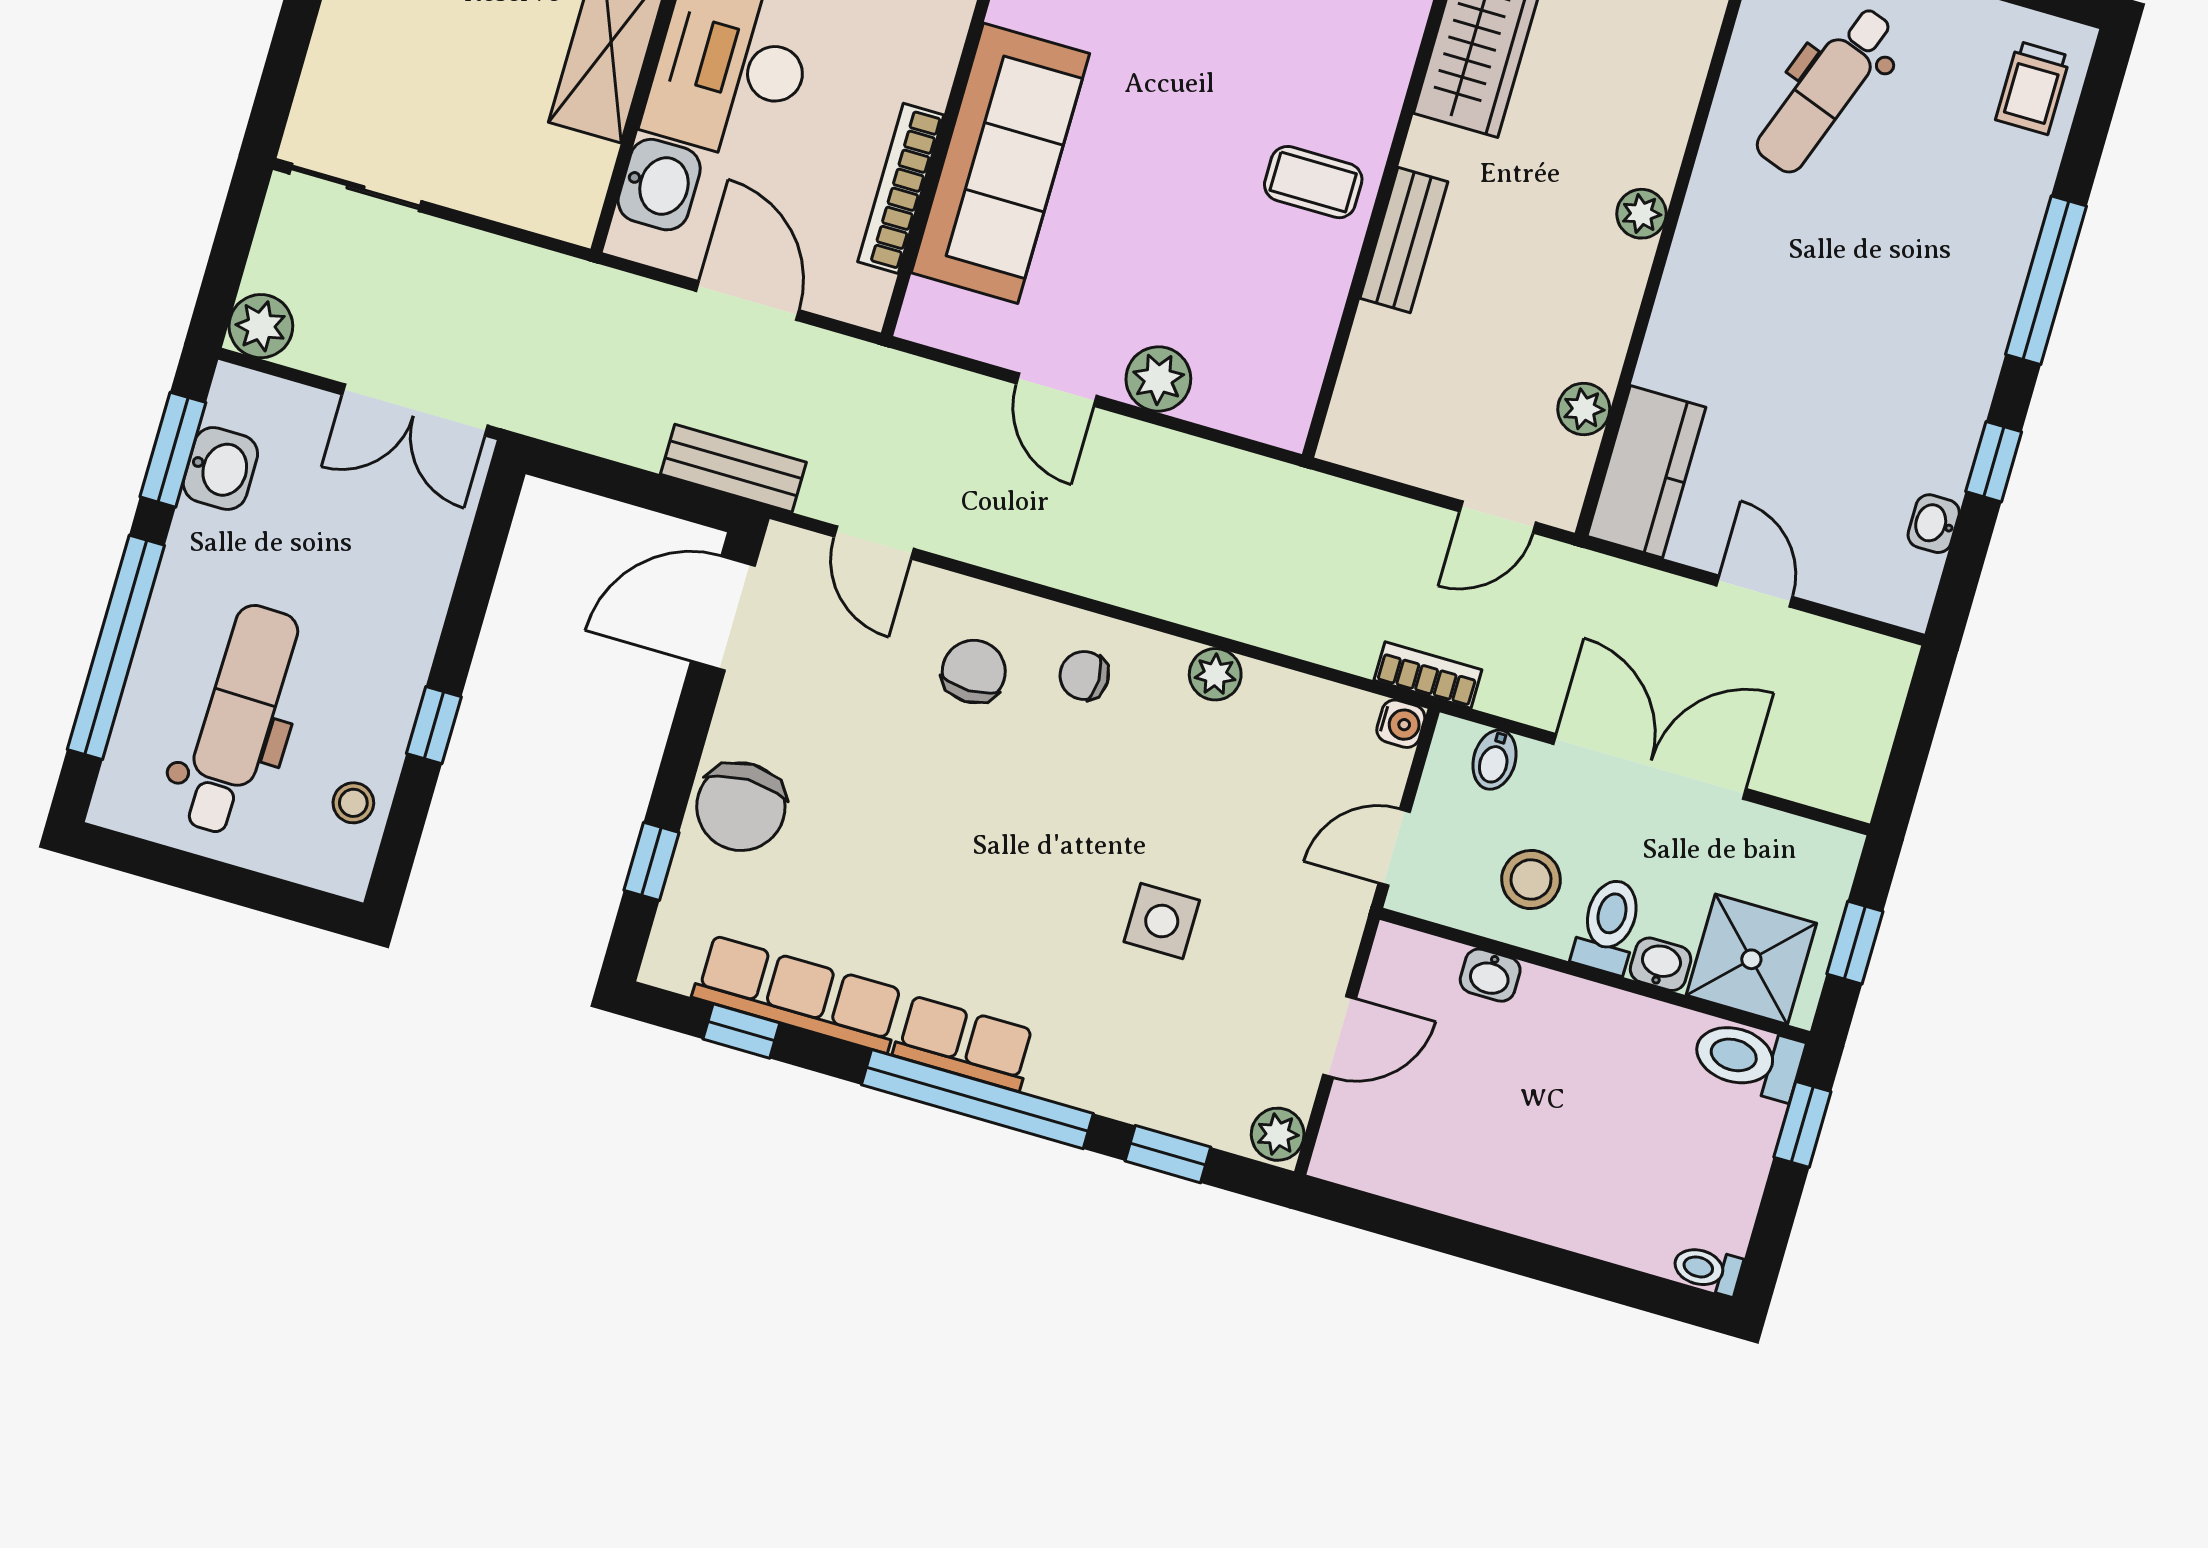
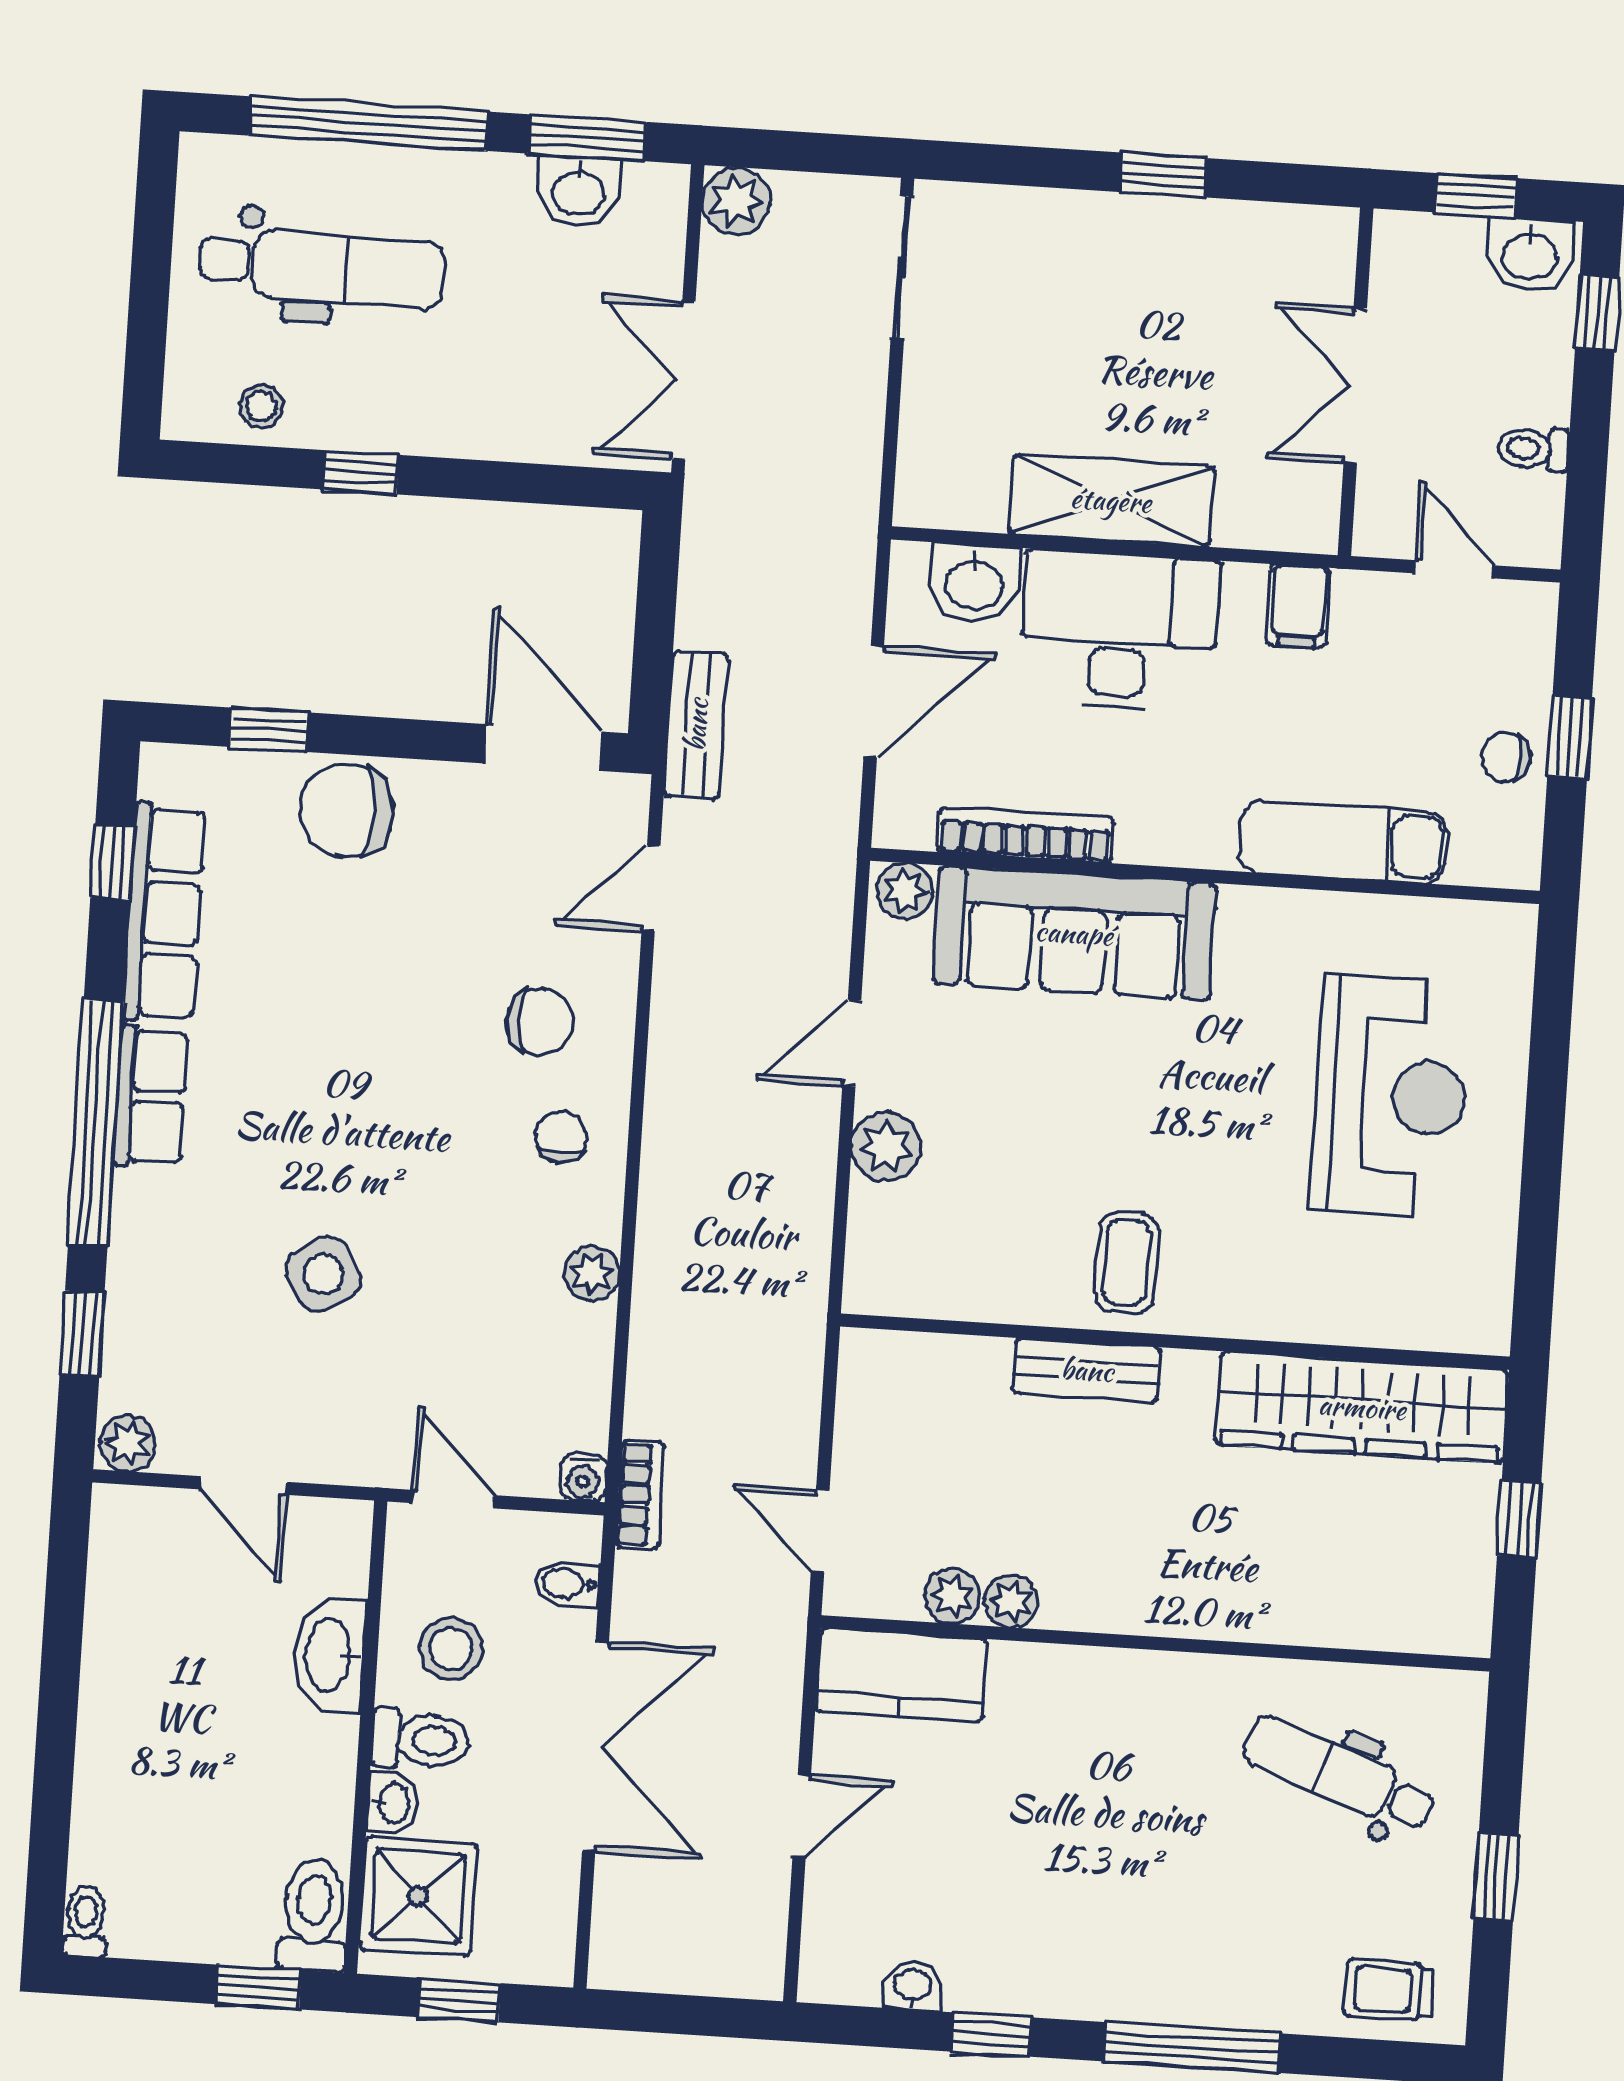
plant: (1641, 214) -> (1011, 1601), moved
plant: (928, 310) -> (905, 891), added
side table: (1162, 921) -> (323, 1274), turned -30
washbasin: (1490, 975) -> (329, 1655), width x1.91, depth x1.45

